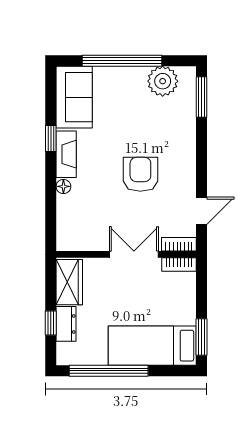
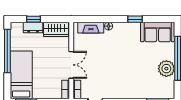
plant: (163, 81) -> (166, 69), moved
fireplace: (66, 154) -> (91, 28), moved
armchair: (140, 174) -> (115, 68), removed

